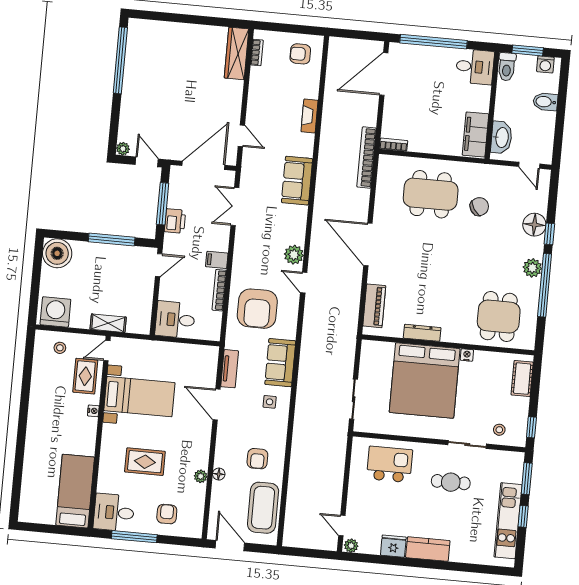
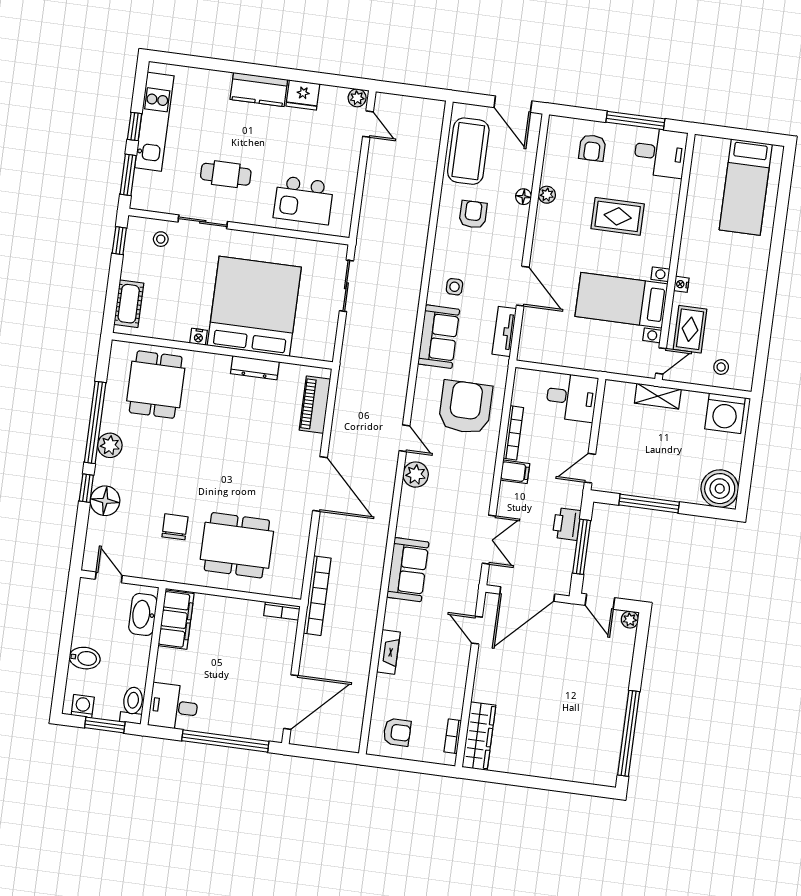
chair: (479, 207) -> (175, 527), turned 123
bed: (75, 491) -> (746, 187), moved

